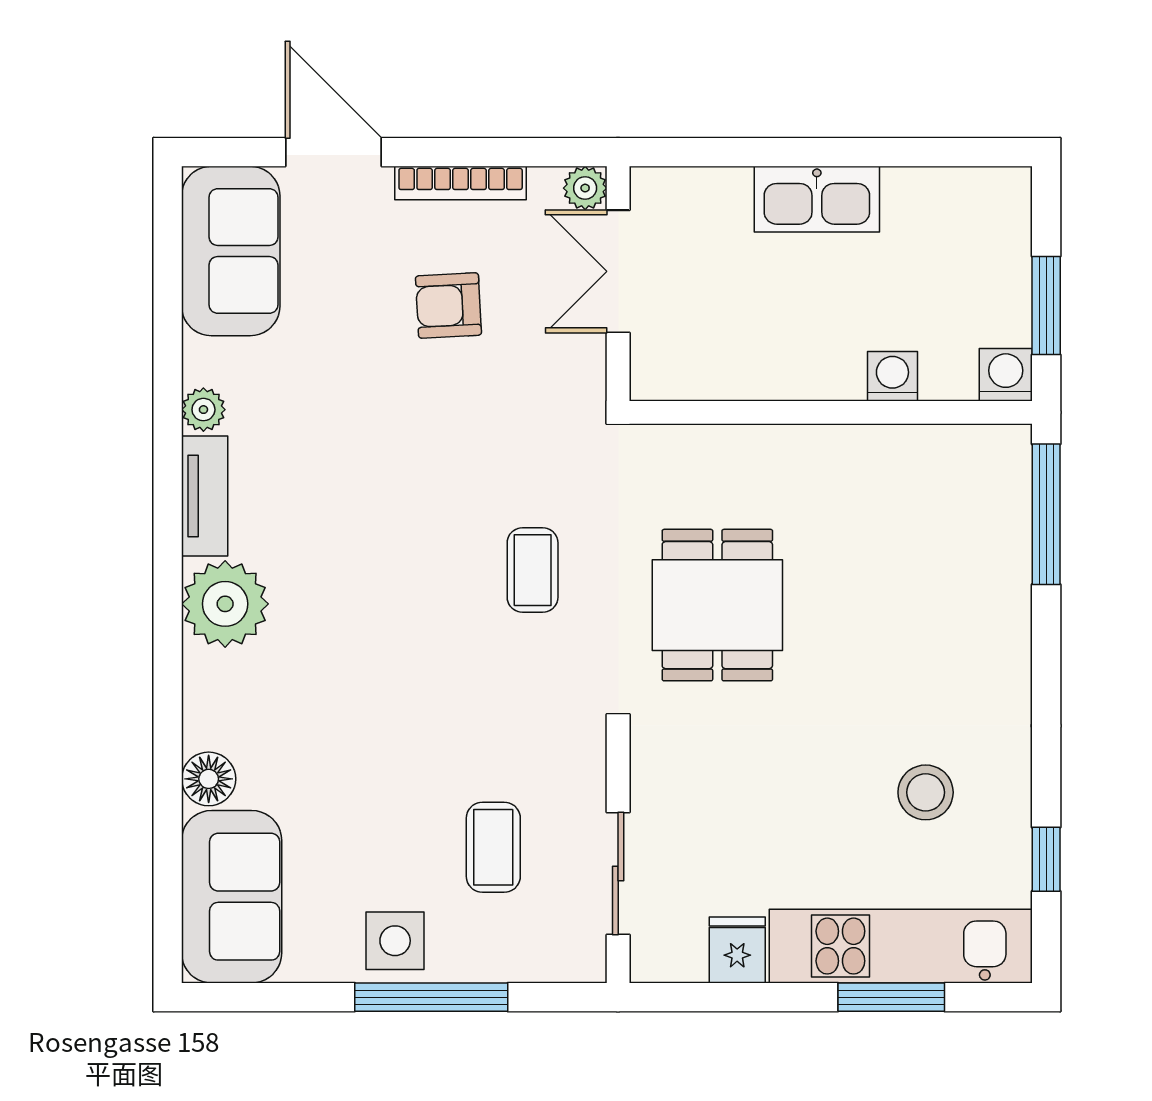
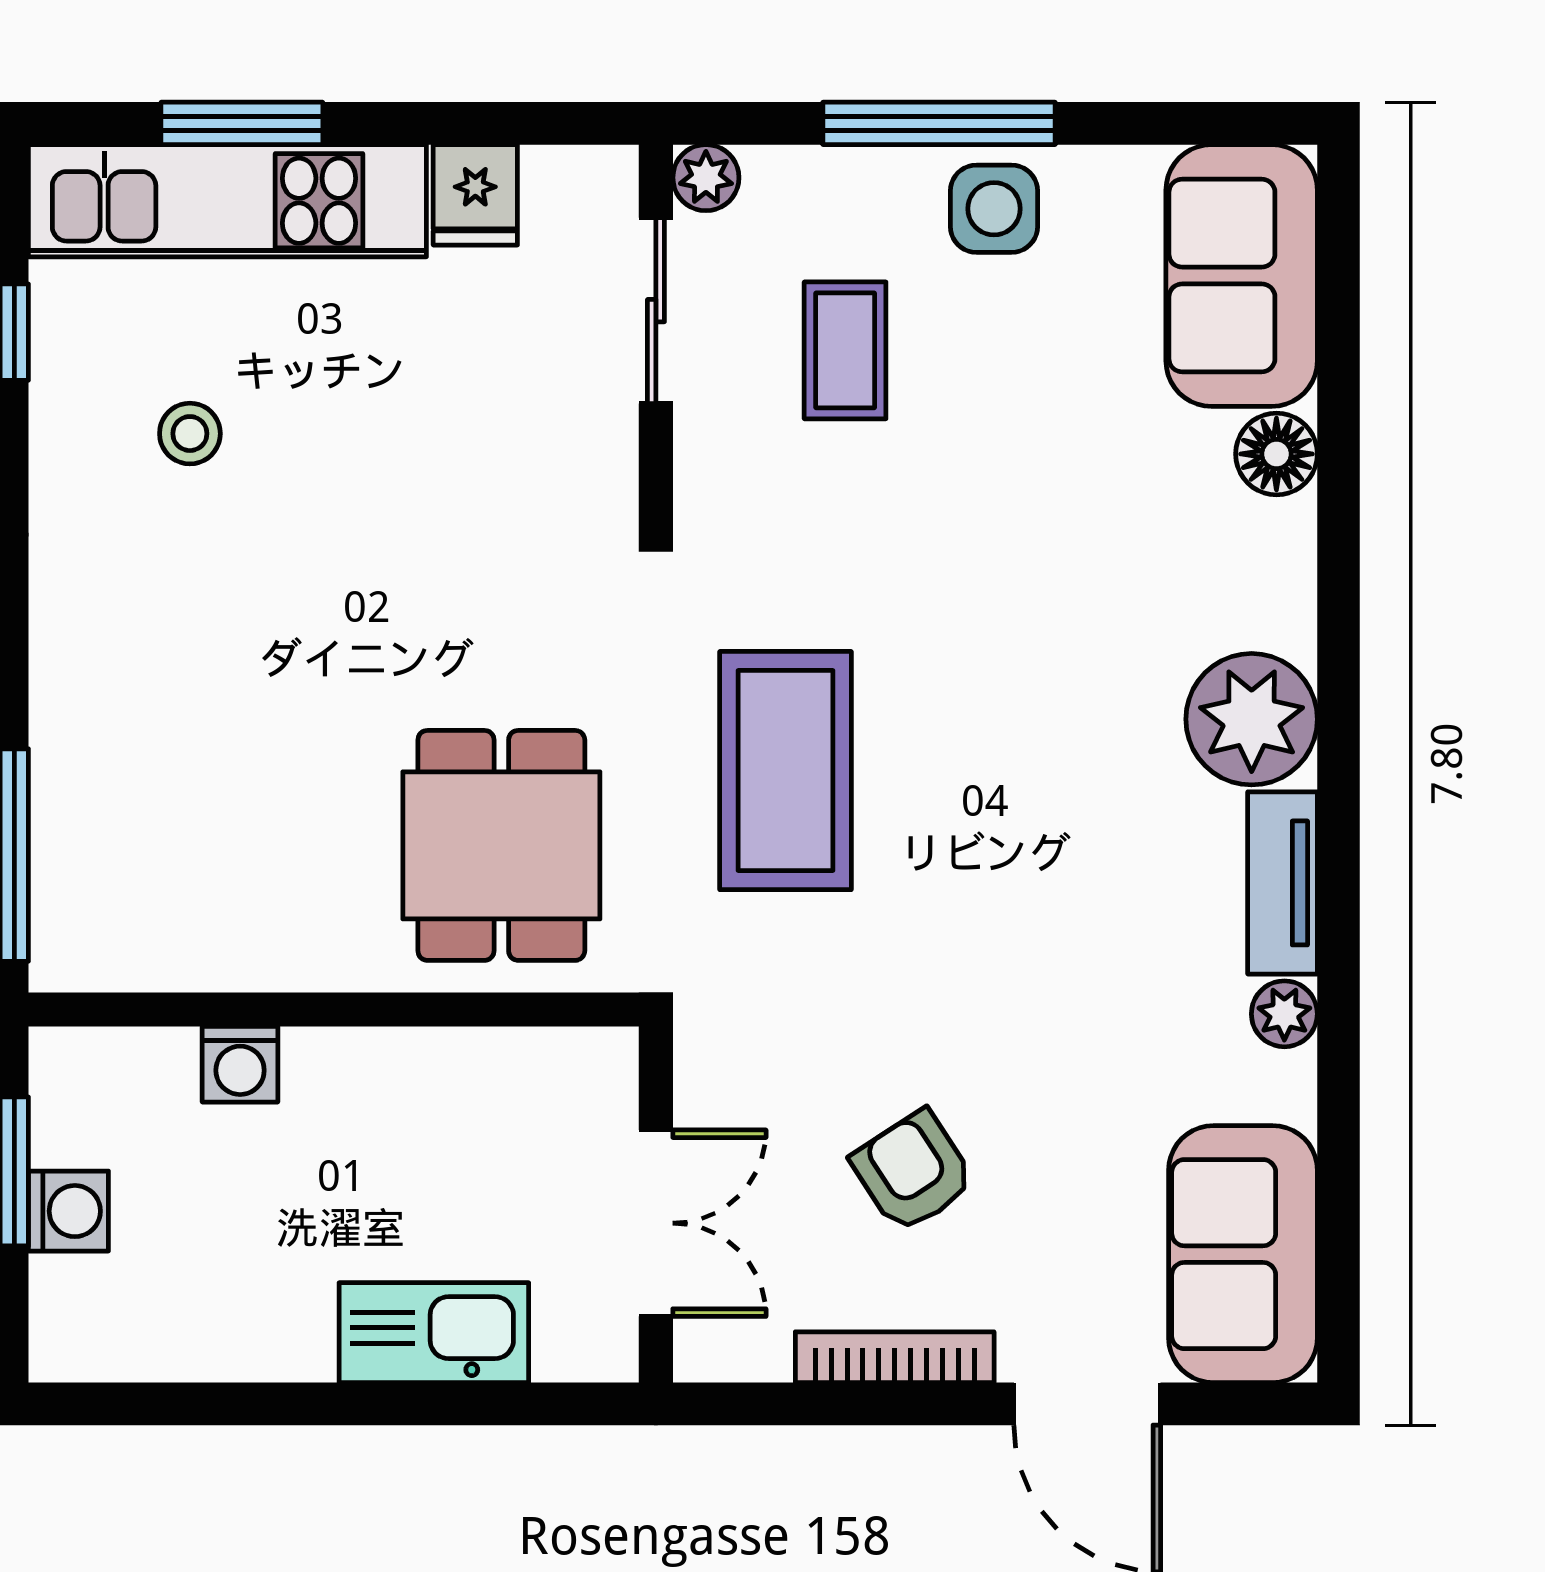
plant: (585, 188) -> (706, 178), moved
kitchen sink: (817, 199) -> (434, 1333), moved
armchair: (448, 306) -> (913, 1171), turned -120
washing machine: (1006, 375) -> (68, 1211), moved, turned -90
coffee table: (533, 570) -> (785, 771), width x1.86, depth x1.72
dining table: (717, 605) -> (501, 845), moved
stool: (926, 792) -> (190, 434), width x0.73, depth x0.73

